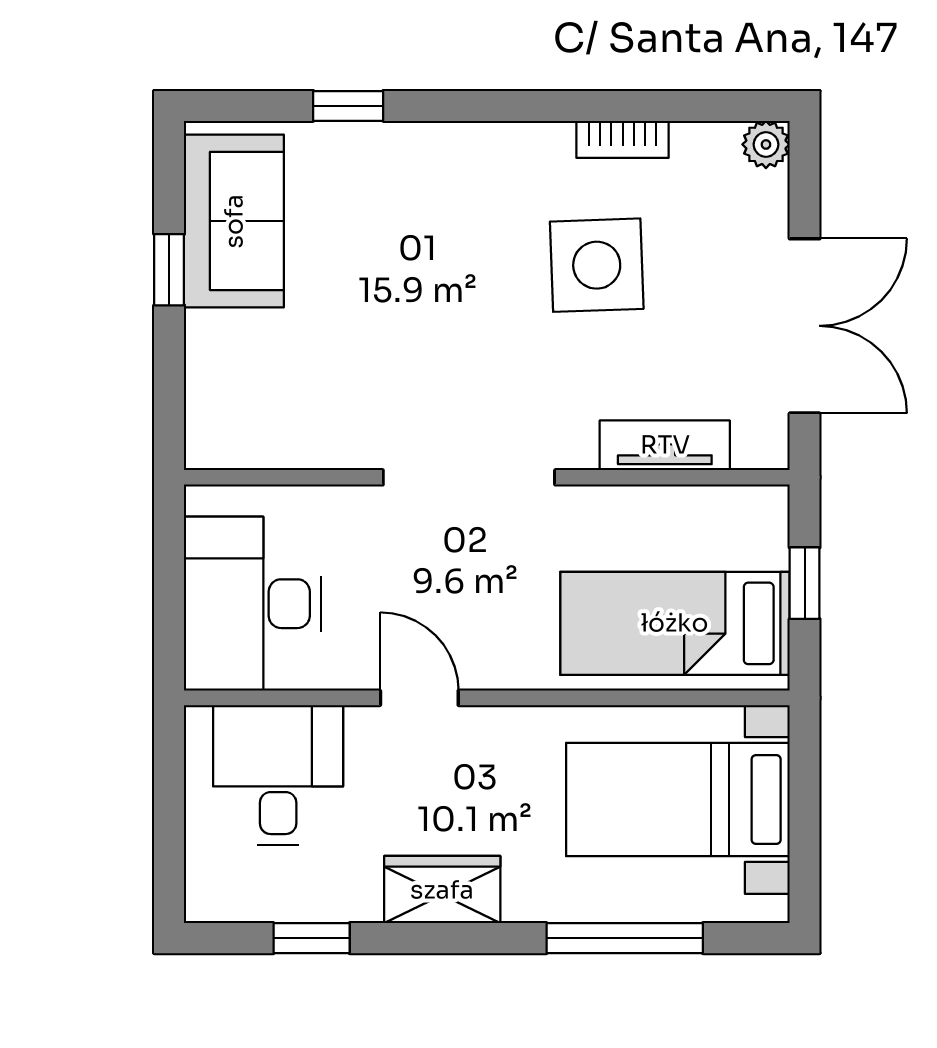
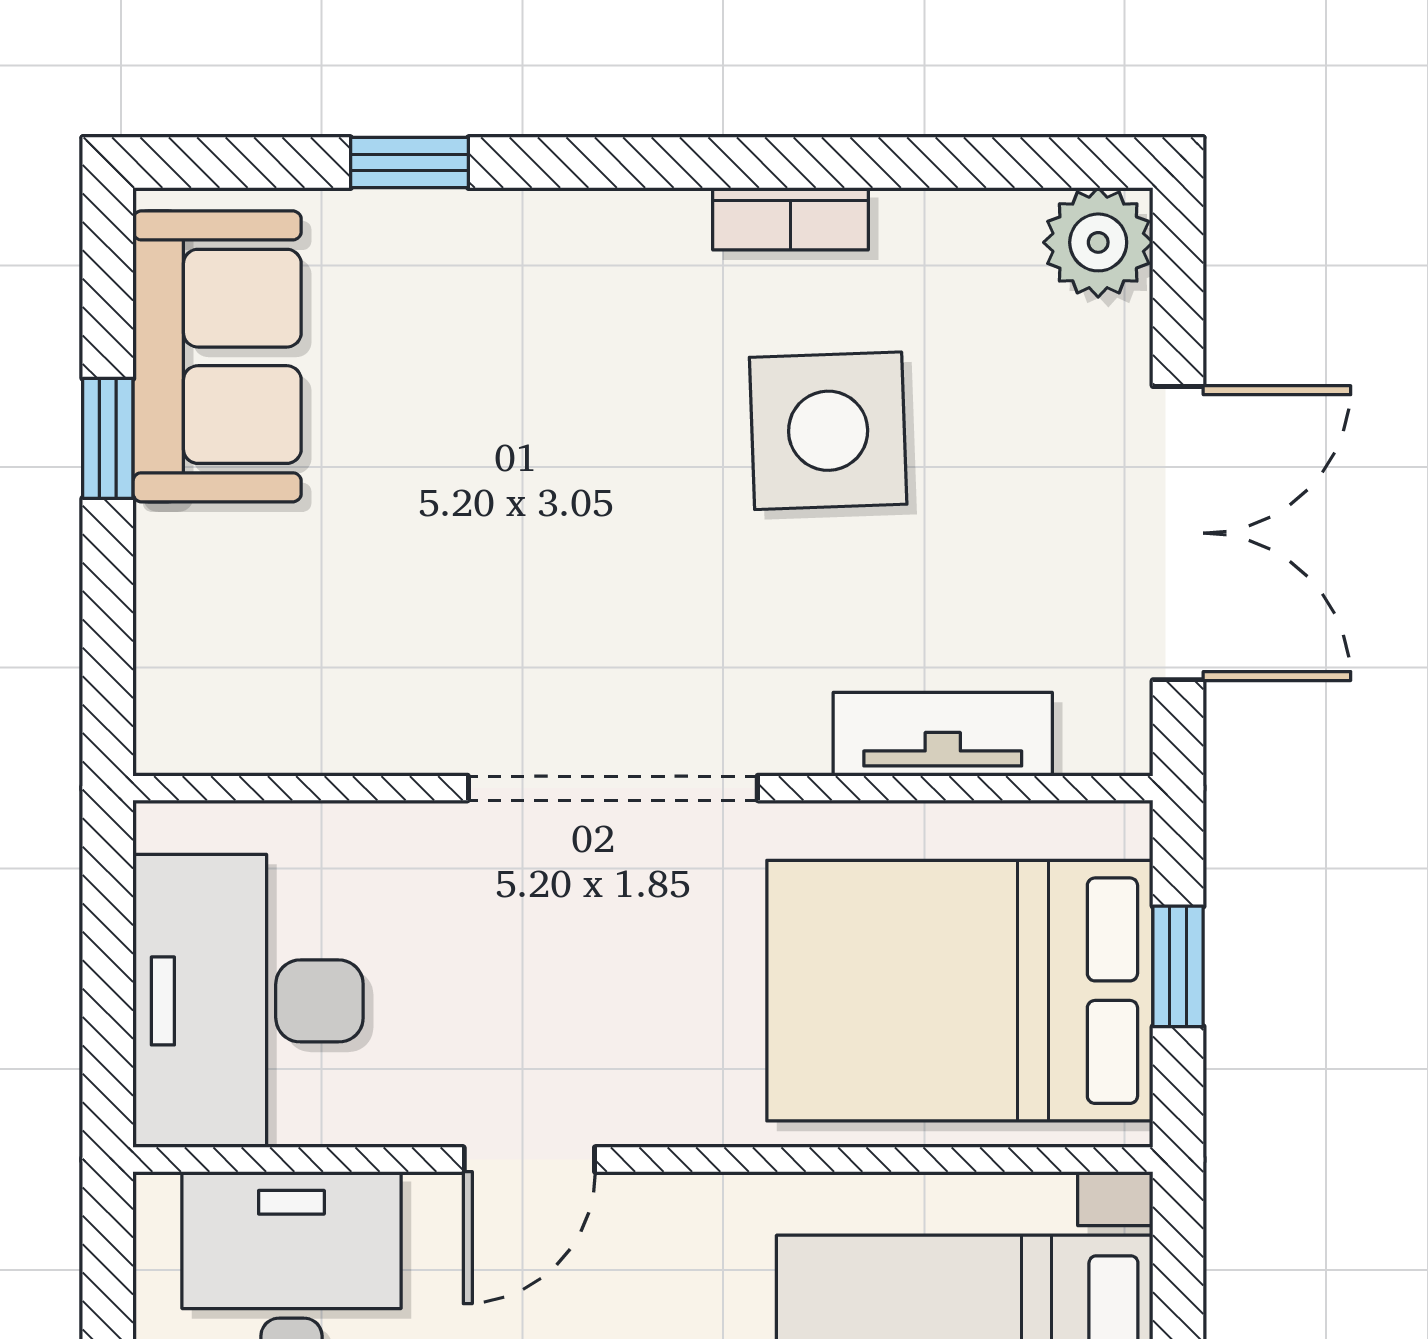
bookcase: (623, 139) -> (790, 219), moved
plant: (766, 144) -> (1098, 242), width x1.38, depth x1.38
bed: (675, 623) -> (960, 991), width x1.50
door: (419, 698) -> (529, 1160), swing flipped

